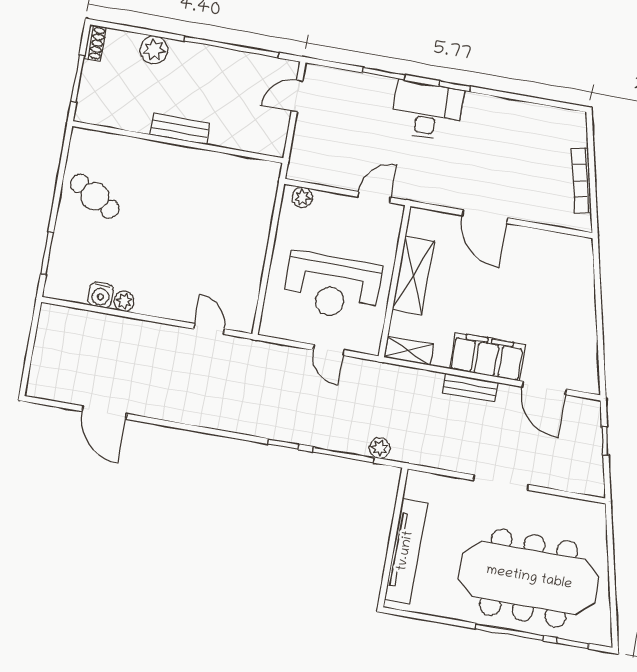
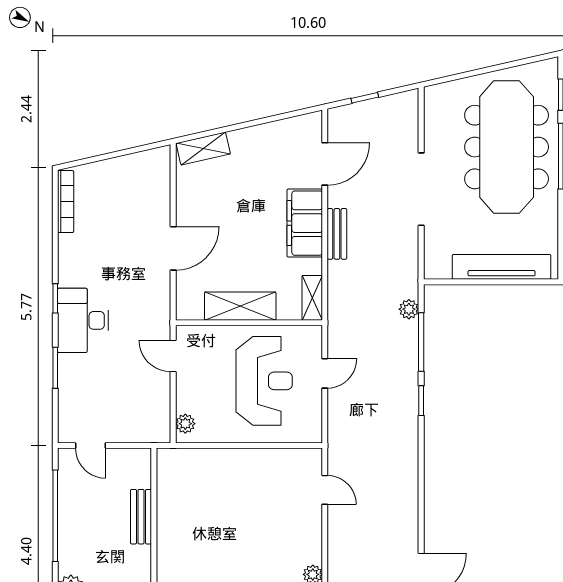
bench: (180, 129) -> (141, 517), moved
bookcase: (582, 180) -> (66, 202), moved, turned -77
shelving: (582, 266) -> (203, 148), added
door: (209, 329) -> (325, 490), swing flipped
doorway: (501, 482) -> (421, 189), width x1.36

